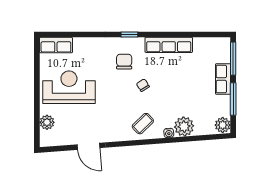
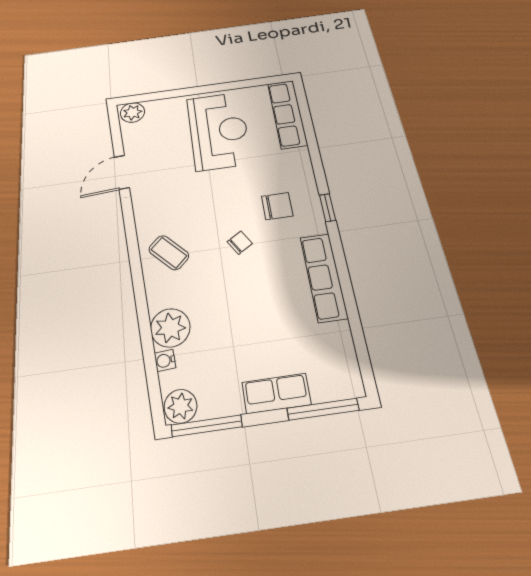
row of seats: (56, 45) -> (287, 114), width x1.48
window: (233, 99) -> (207, 426), moved
plant: (47, 122) -> (132, 112), moved
water cooler: (169, 133) -> (165, 360), moved

